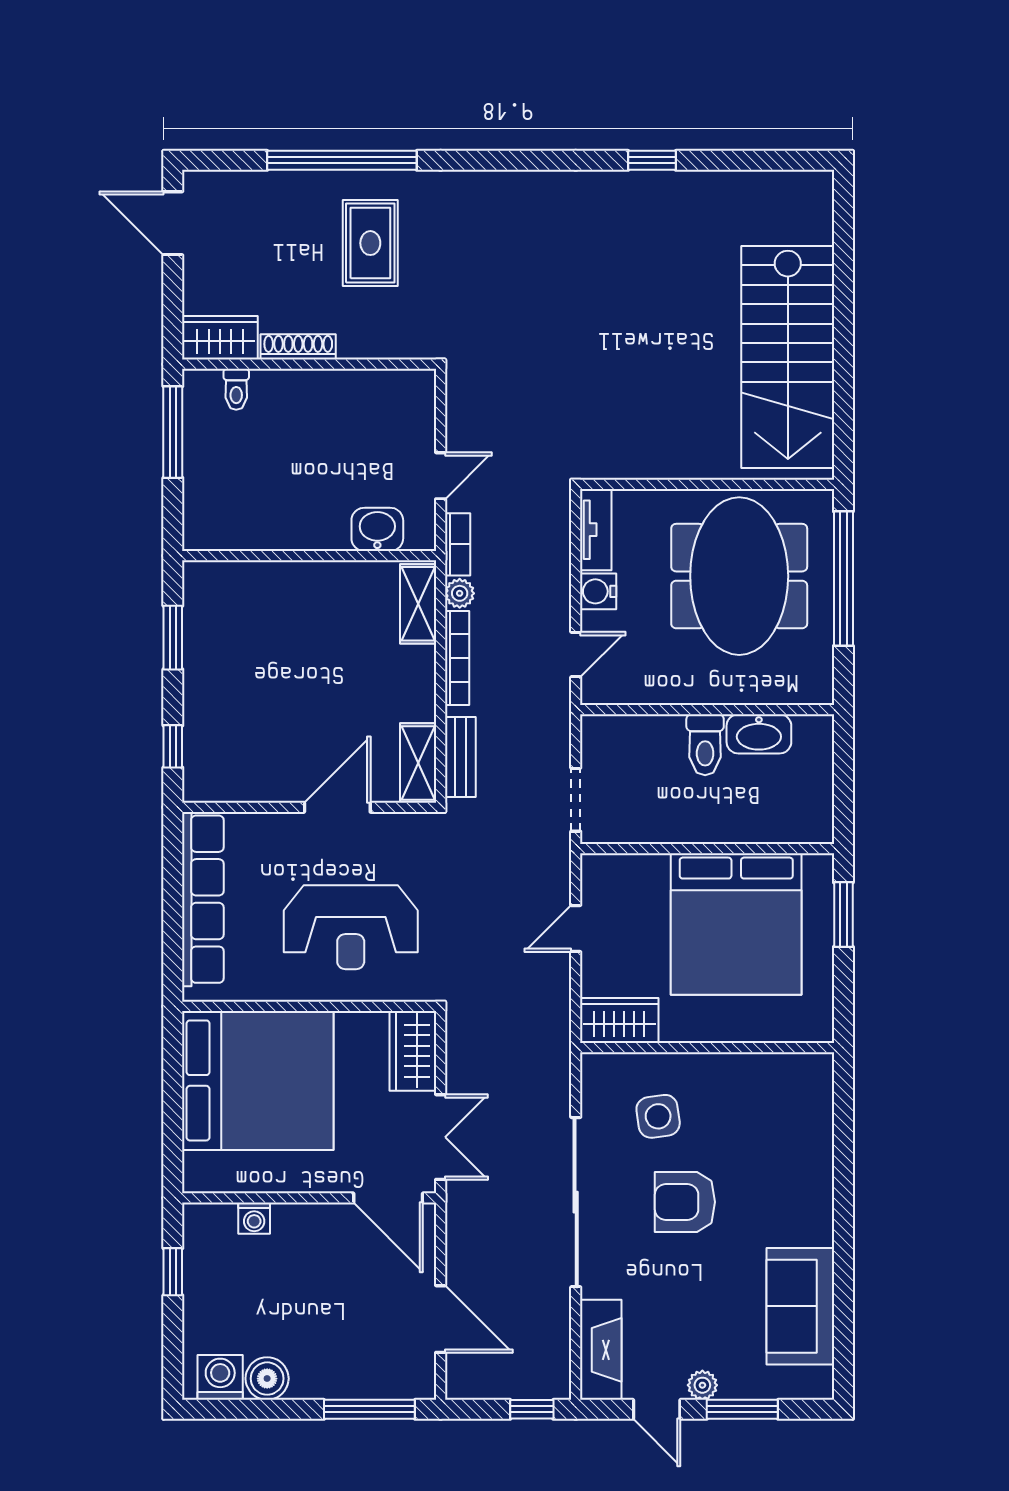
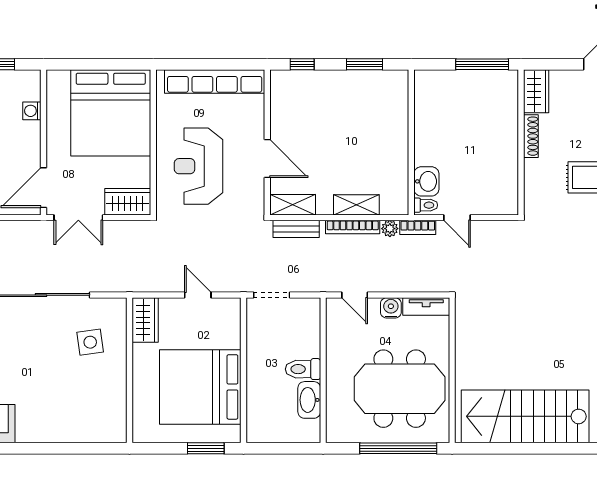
toilet: (236, 389) -> (426, 205), moved, turned 180
shelving: (418, 604) -> (356, 205), moved
armchair: (685, 1202) -> (41, 358), removed

